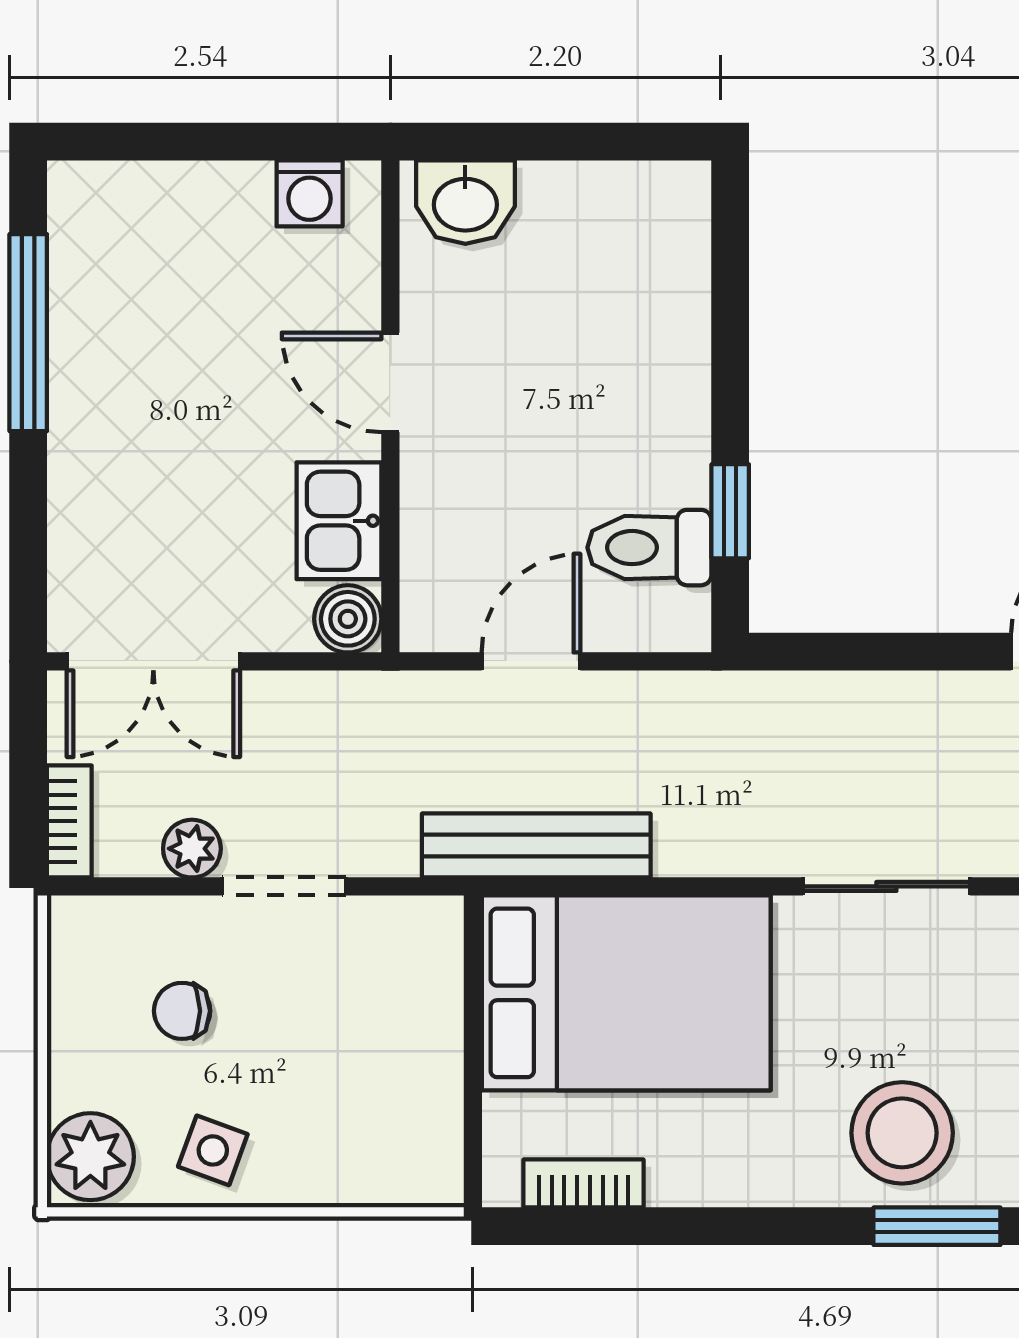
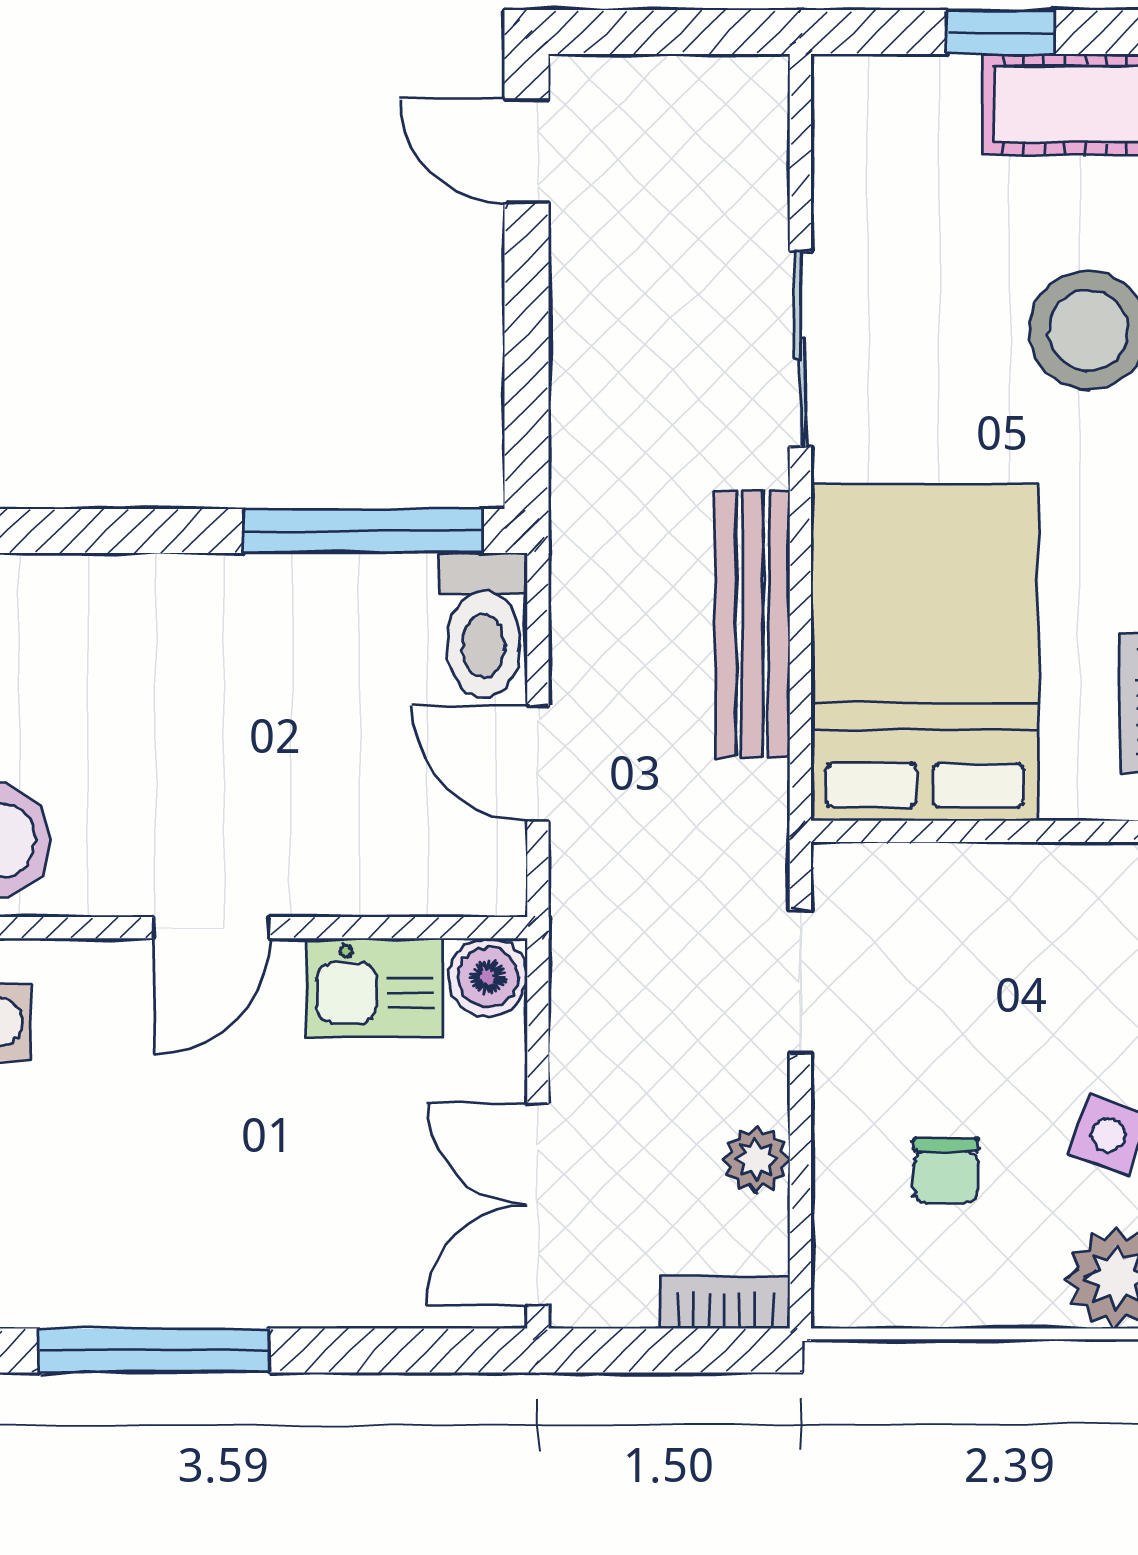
window: (730, 511) -> (363, 531), width x2.17
toilet: (649, 548) -> (483, 625), moved
double door: (153, 661) -> (538, 1204), swing flipped
bench: (536, 845) -> (753, 624), moved
doorway: (284, 886) -> (800, 982), moved

